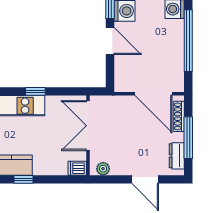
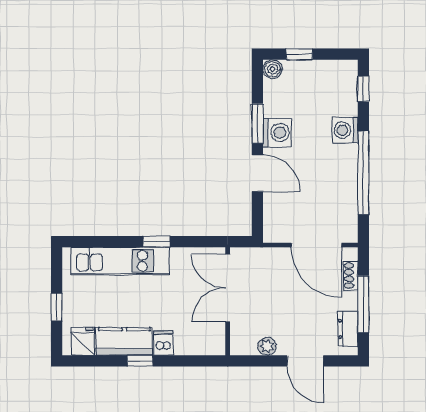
shoe rack: (179, 116) -> (351, 275), width x0.70
dishwasher: (77, 168) -> (163, 343), moved, turned 90
plant: (103, 169) -> (267, 346), moved

